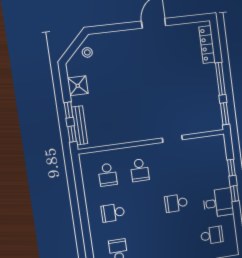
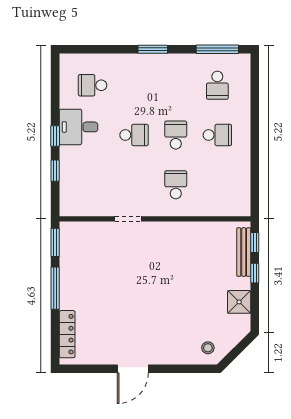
stool: (87, 52) -> (208, 348), moved
school desk: (108, 175) -> (176, 135), moved

